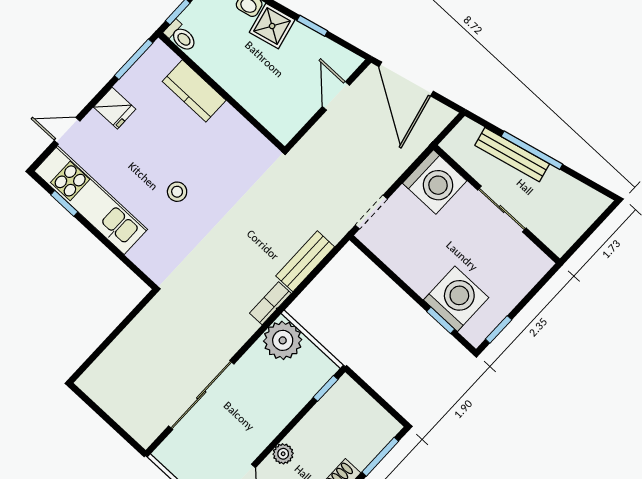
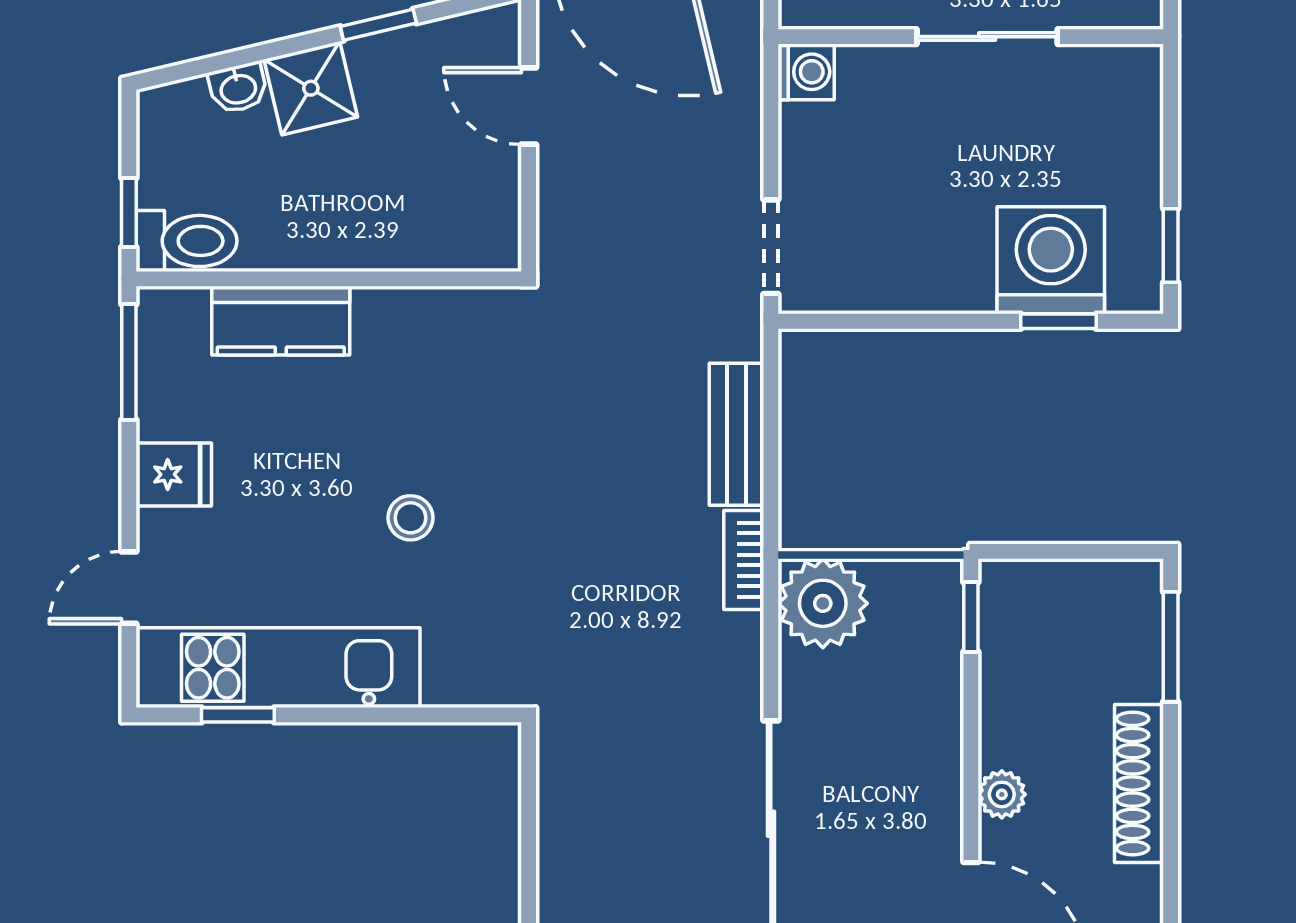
toilet: (181, 36) -> (186, 241), width x1.37, depth x1.39
washing machine: (435, 182) -> (806, 72), width x0.53, depth x0.53

